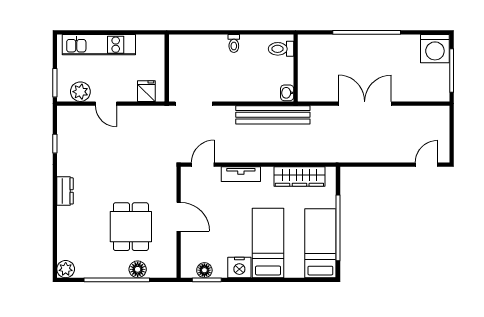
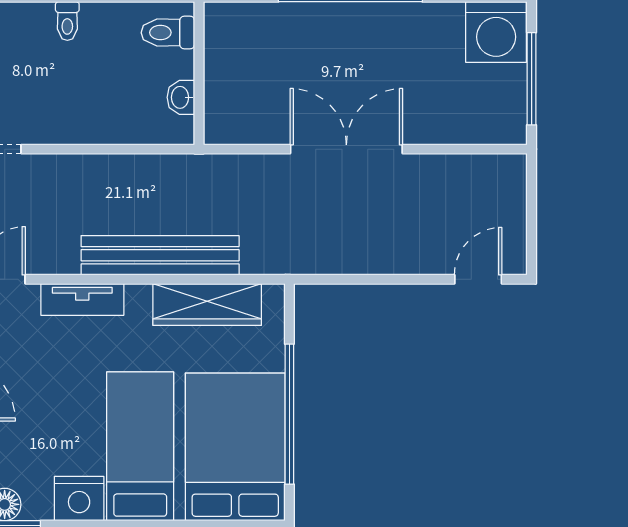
washbasin: (287, 93) -> (181, 97), moved
bench: (273, 115) -> (160, 255), moved
bed: (320, 243) -> (235, 447), width x1.50

